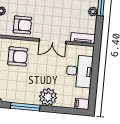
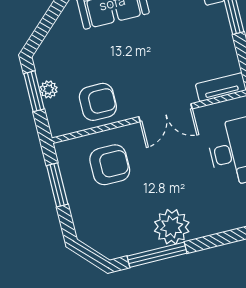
plant: (93, 11) -> (222, 30), removed
plant: (48, 97) -> (172, 227), moved

